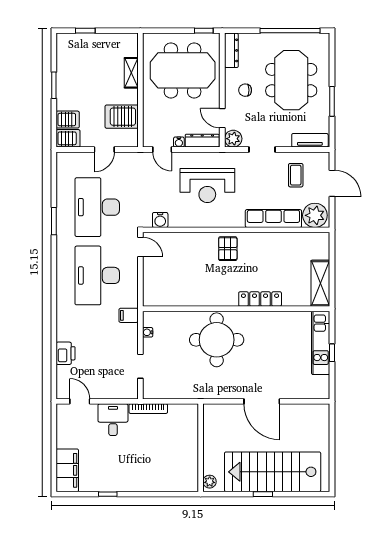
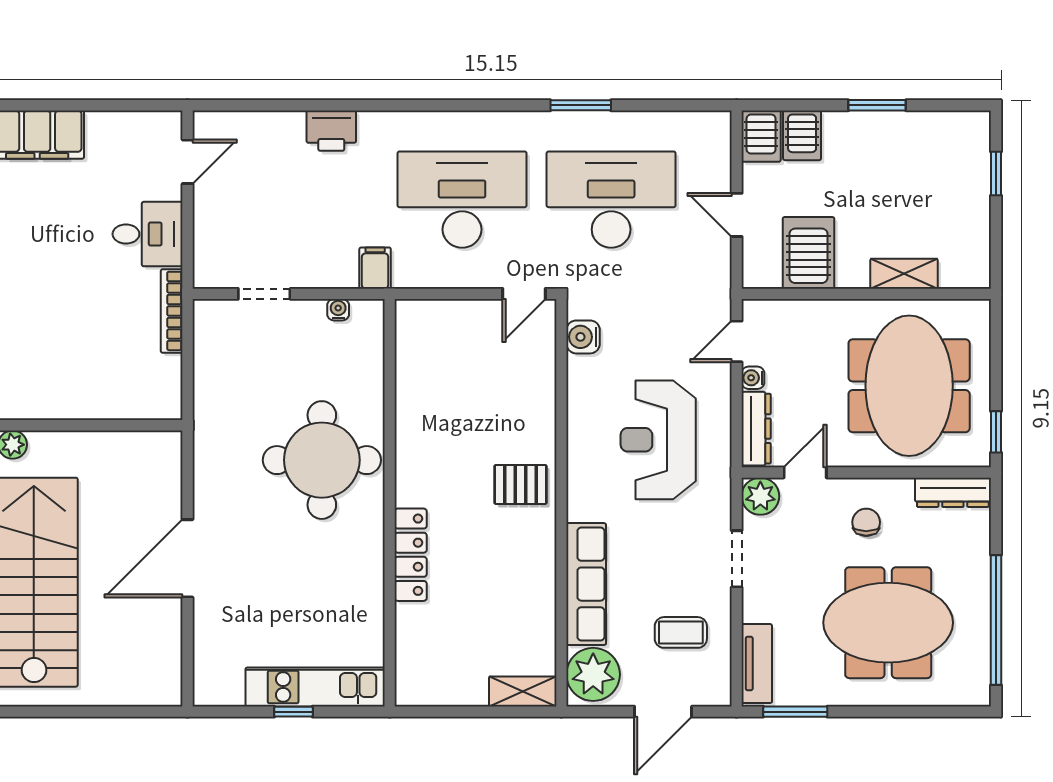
window: (332, 101) -> (795, 712), moved
shelving: (320, 283) -> (523, 691), moved, width x0.67, depth x0.75
printer: (66, 353) -> (331, 131), moved

